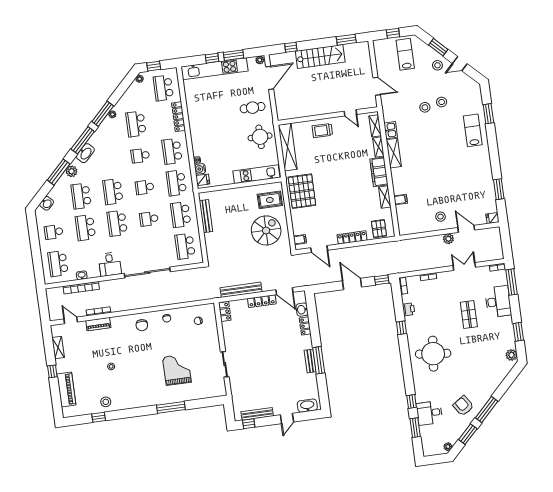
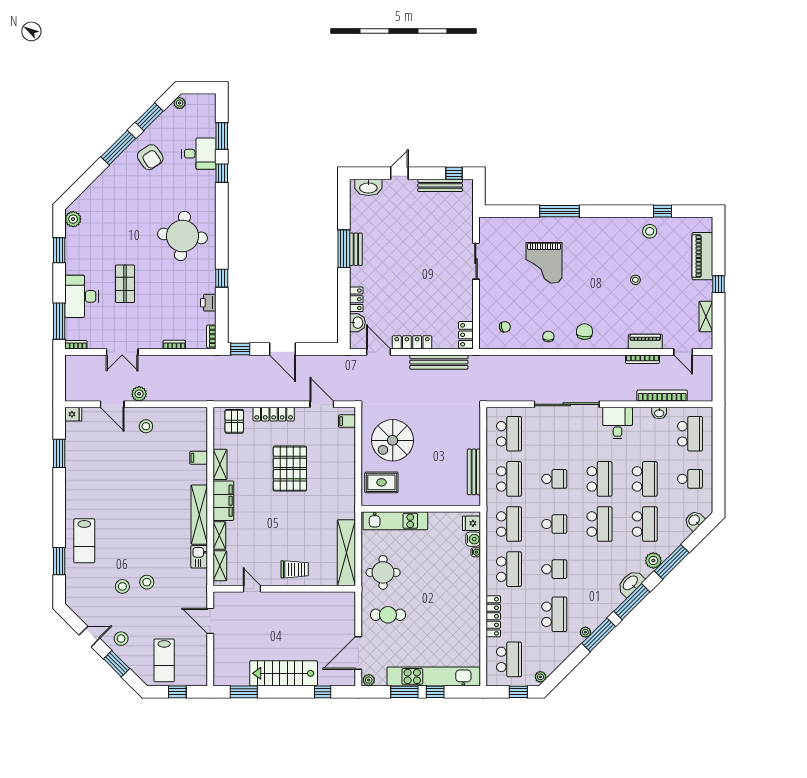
shelving: (394, 153) -> (199, 515), width x1.47
pallet: (302, 191) -> (290, 469), moved

